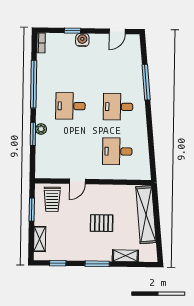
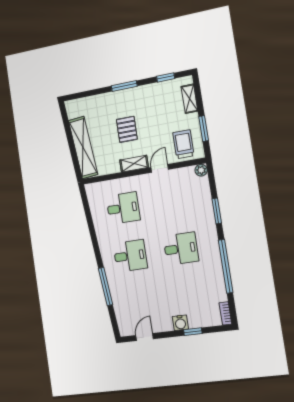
plant: (41, 129) -> (201, 170), moved
pallet: (102, 223) -> (127, 129), turned 90
shelving: (125, 256) -> (134, 164), moved

